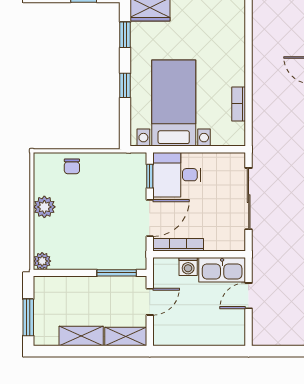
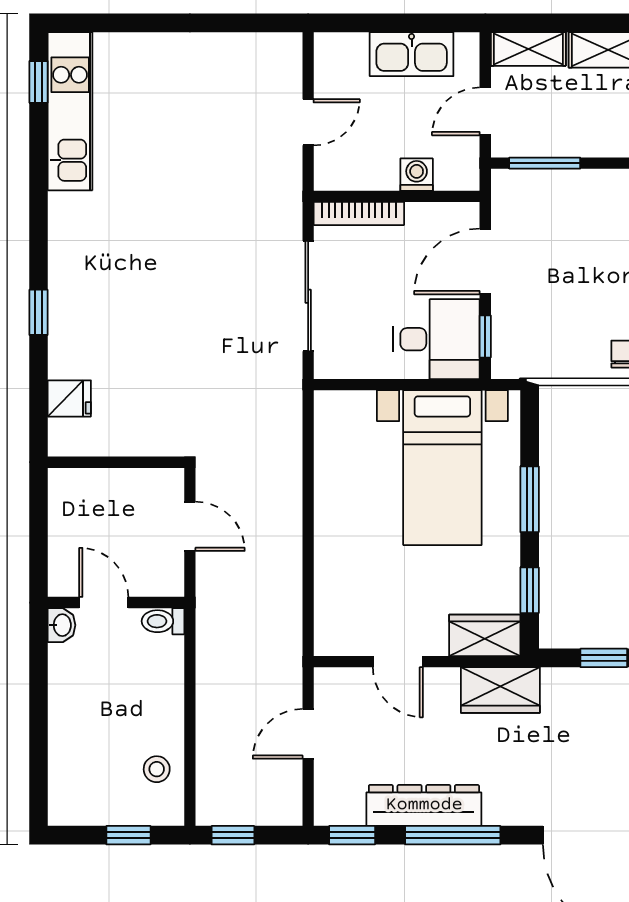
window: (125, 85) -> (530, 499), width x1.50
bookcase: (239, 104) -> (326, 466), removed
bookcase: (178, 245) -> (359, 213), moved
kitchen sink: (222, 270) -> (412, 54), moved, turned 180

